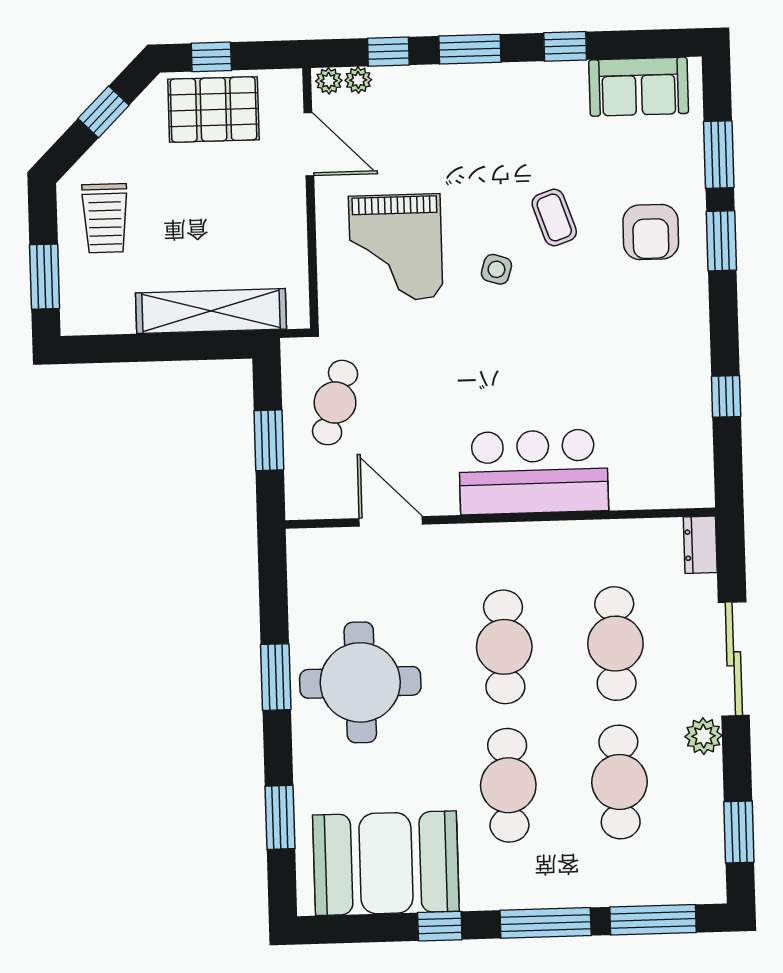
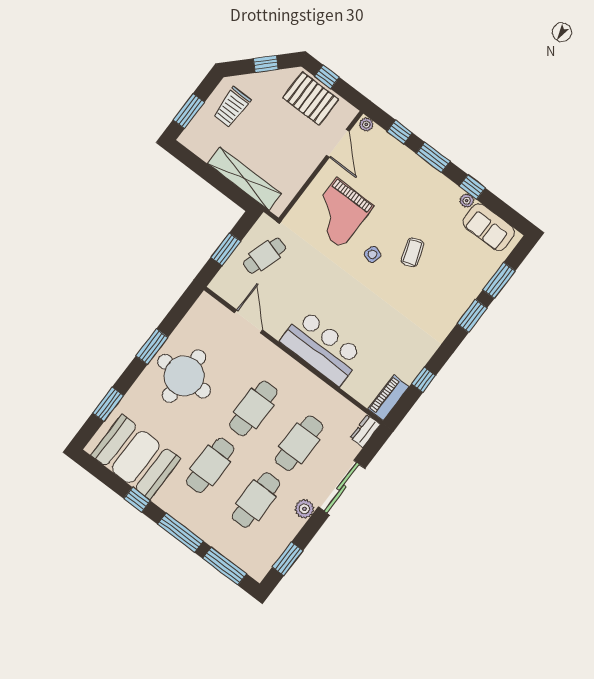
plant: (358, 80) -> (467, 201), moved
armchair: (651, 232) -> (447, 289), removed
piano: (695, 466) -> (389, 398), added

